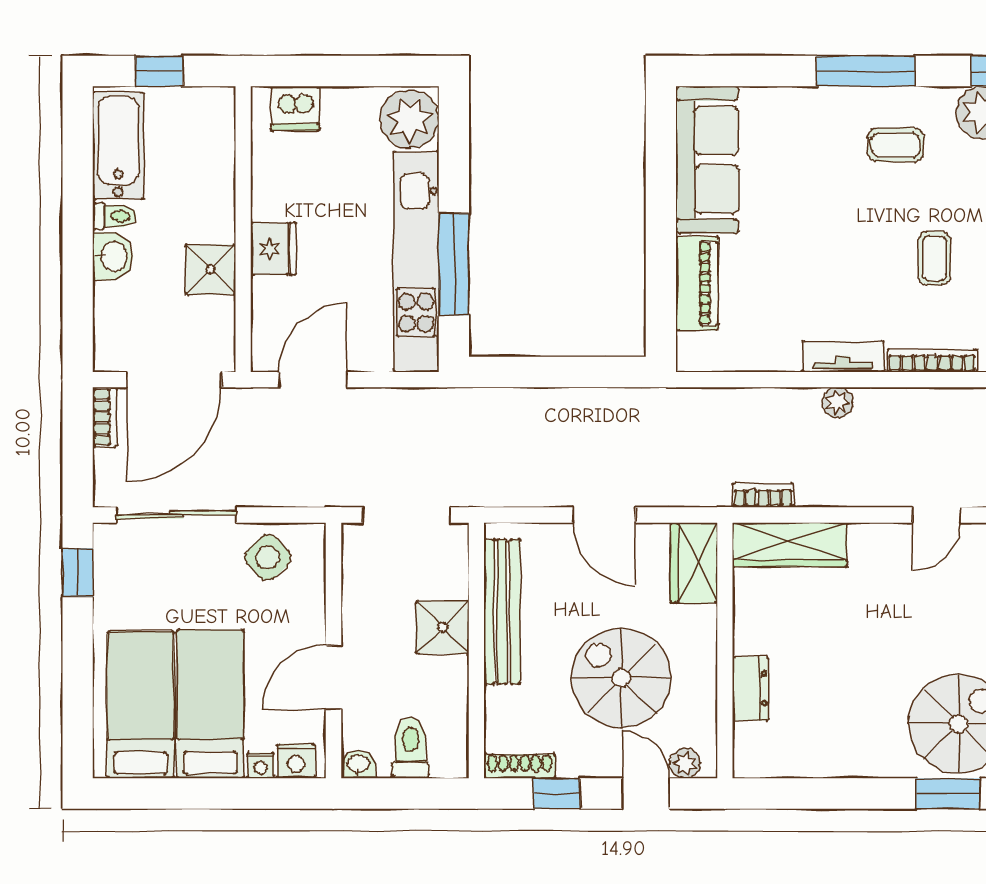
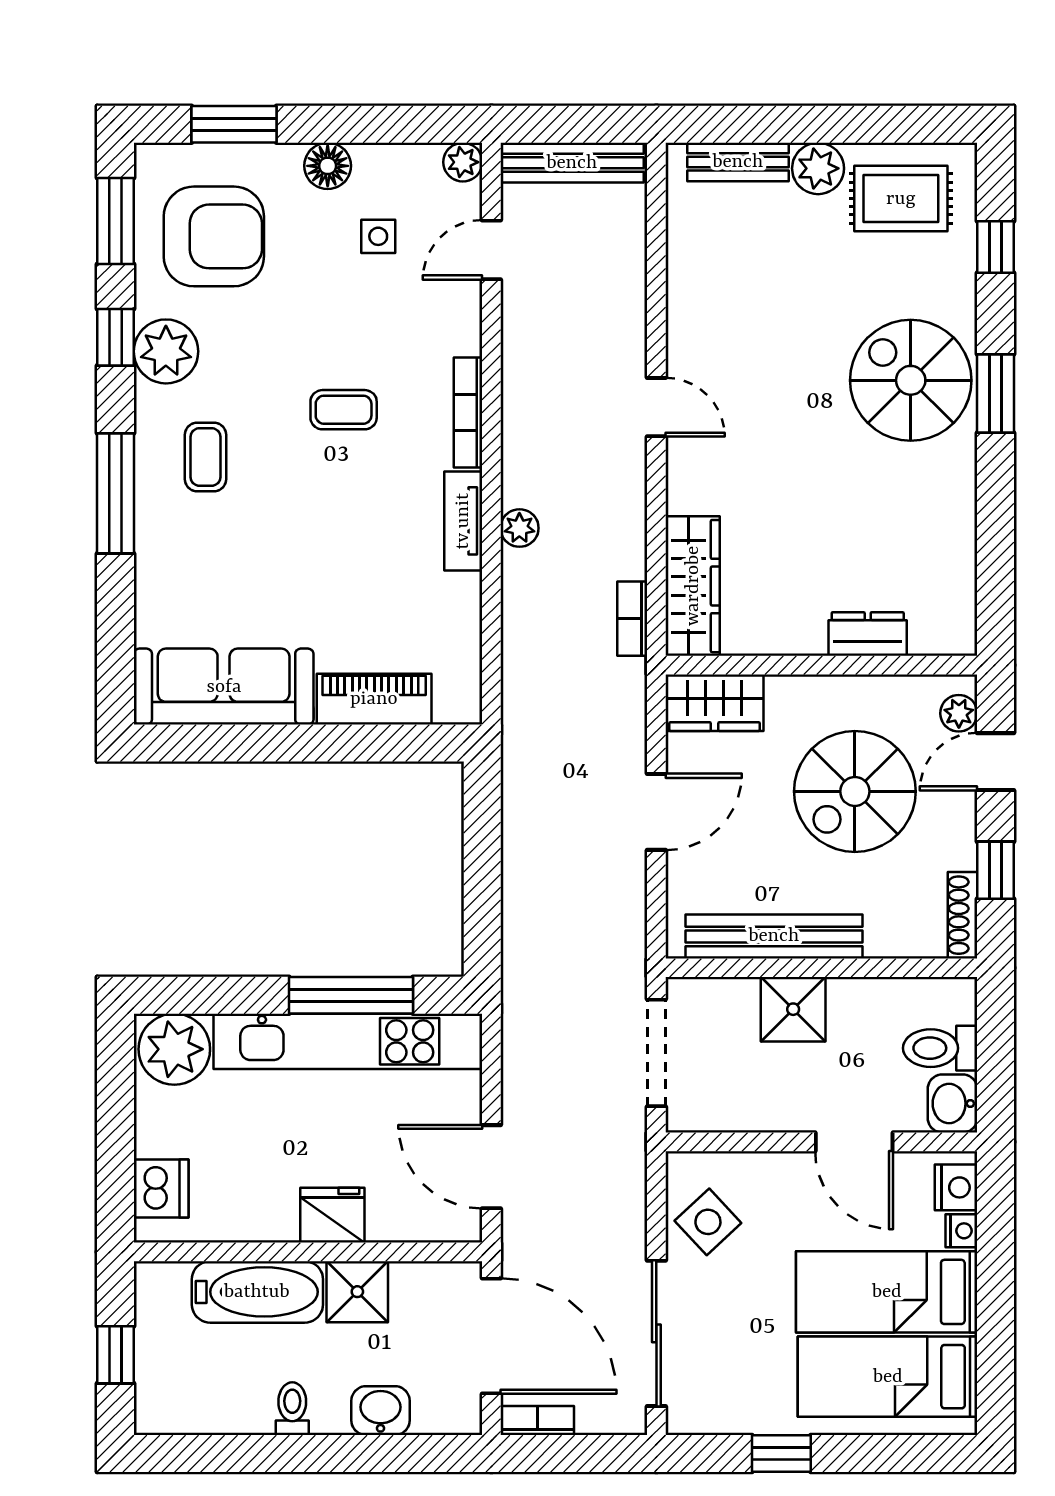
bathtub: (118, 146) -> (257, 1292), moved, turned 180
washbasin: (113, 256) -> (381, 1411), moved
window: (78, 572) -> (781, 1454), moved
washbasin: (358, 764) -> (953, 1103), width x1.38, depth x1.45

